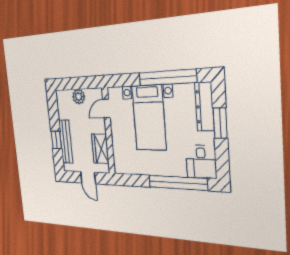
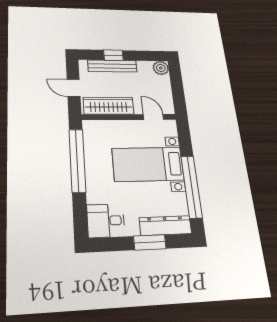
plant: (79, 97) -> (161, 68), moved
wardrobe: (100, 149) -> (109, 106), width x1.50
door: (88, 178) -> (74, 88), hinge flipped
window: (178, 183) -> (77, 160), moved

